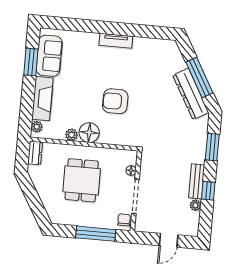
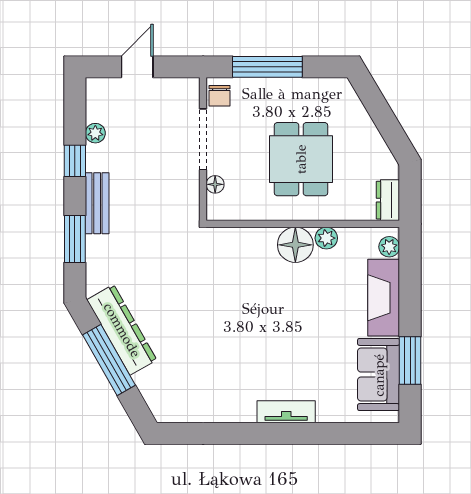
tv unit: (116, 41) -> (286, 412), moved
armchair: (115, 101) -> (254, 305), removed
bench: (197, 181) -> (97, 203), moved

